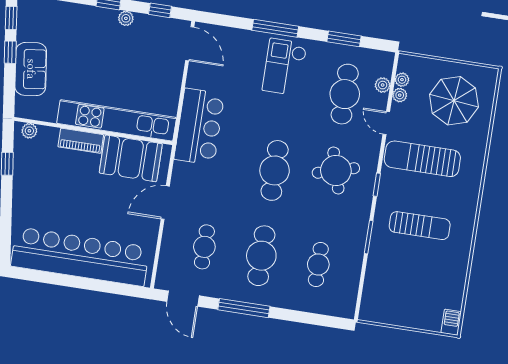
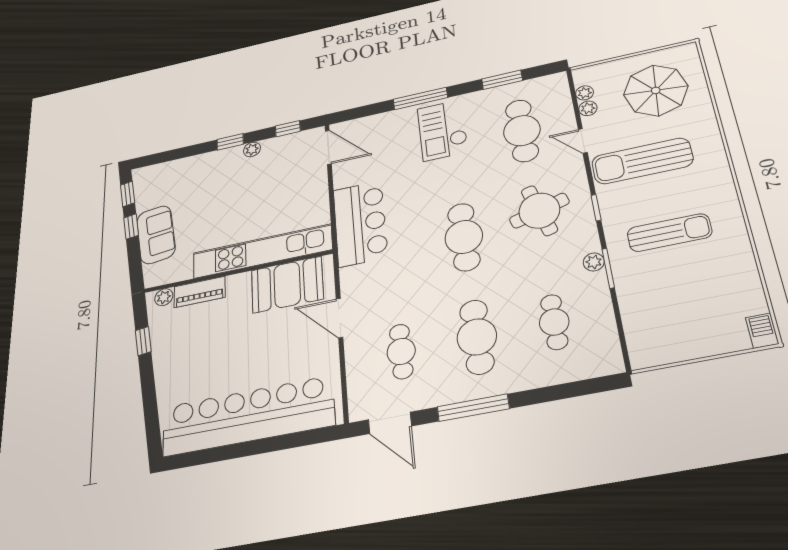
plant: (383, 85) -> (594, 262), moved
piano: (81, 141) -> (200, 292), moved
door: (165, 203) -> (340, 318), hinge flipped

